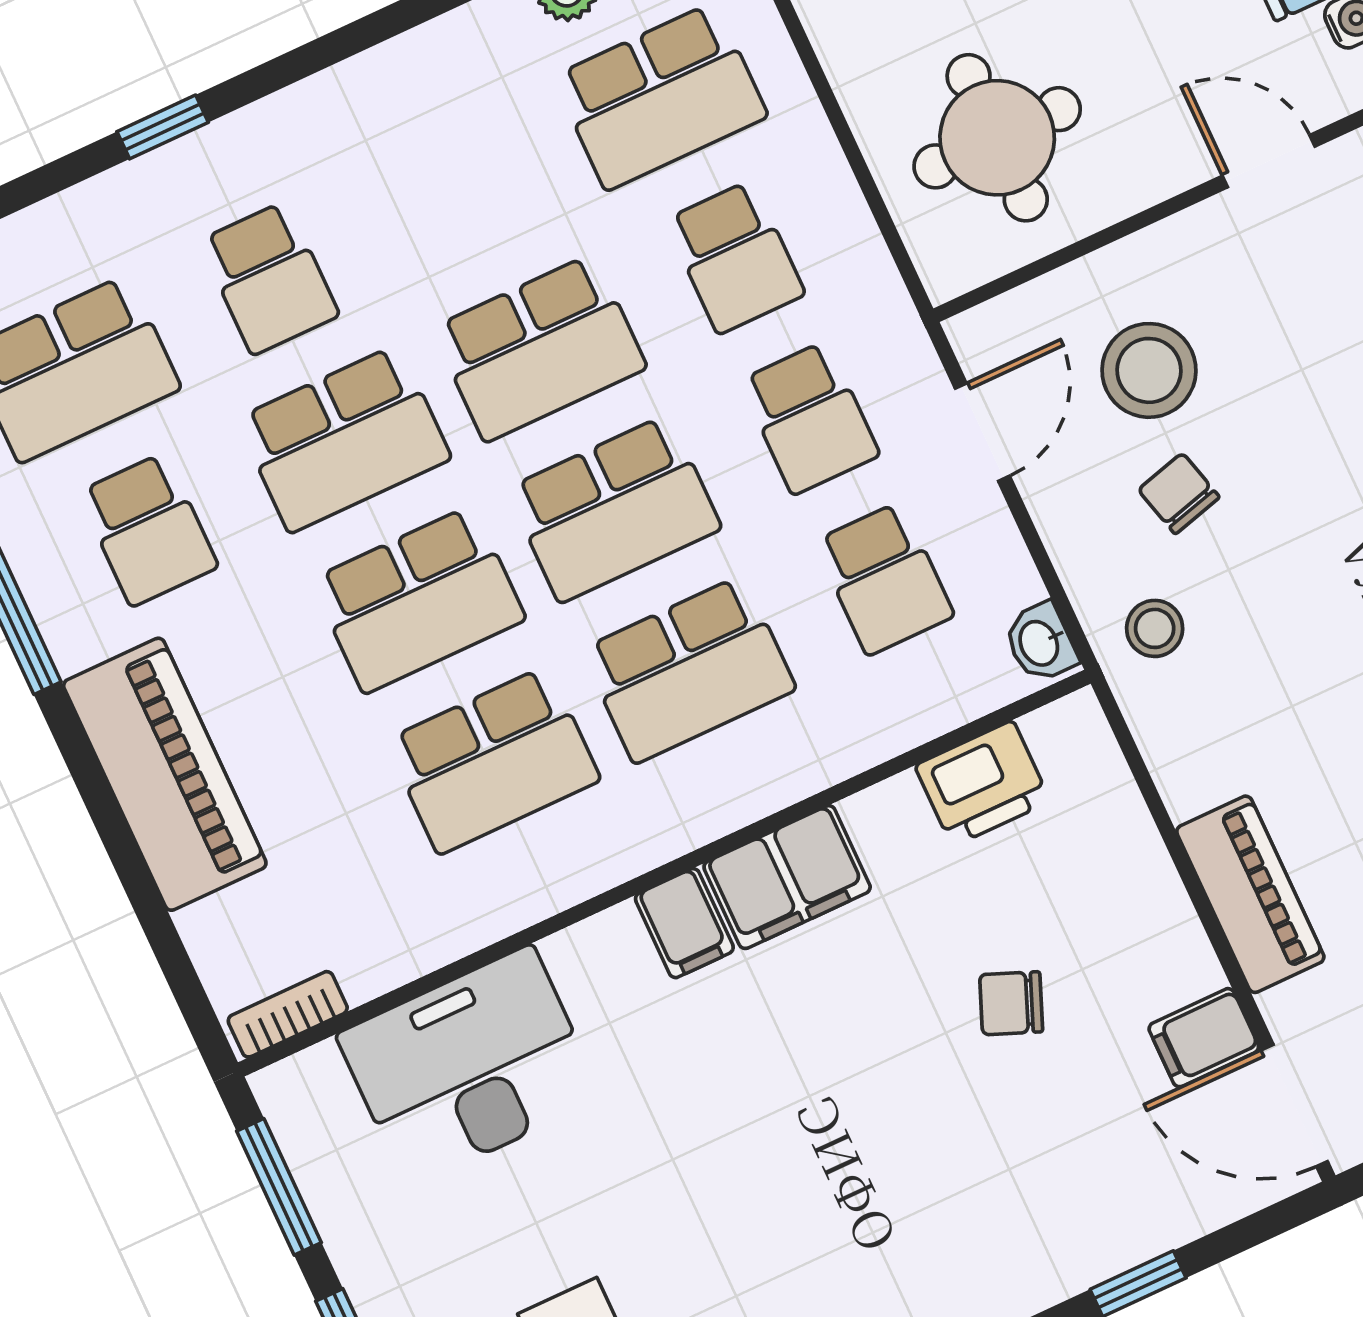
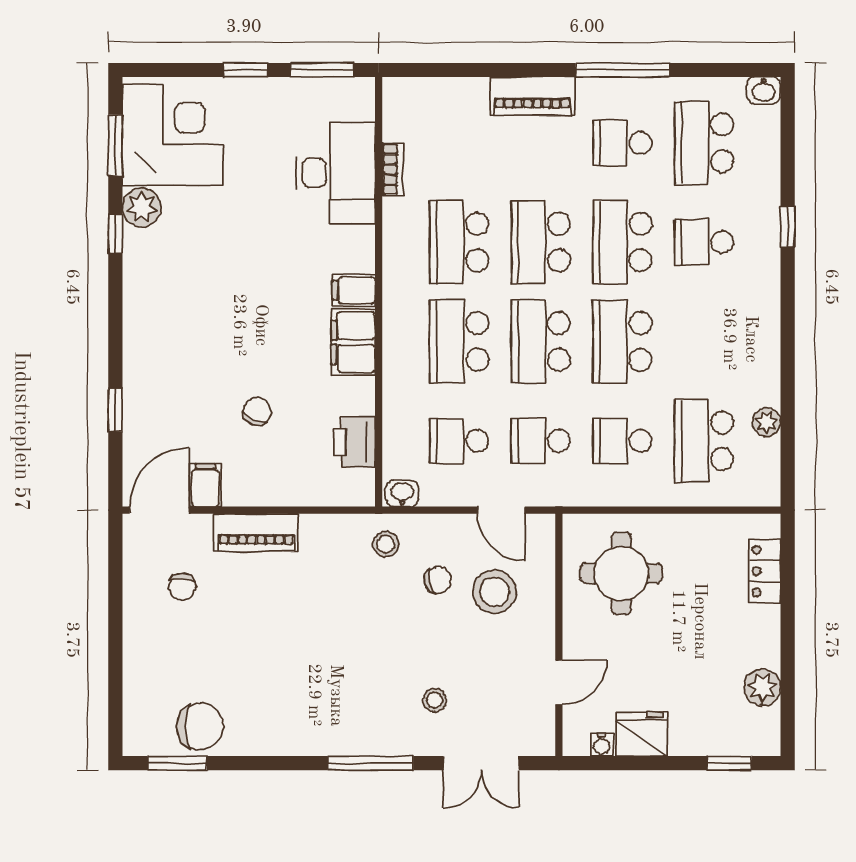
piano: (165, 774) -> (532, 96), width x0.73, depth x0.75
bookcase: (288, 1014) -> (393, 169), moved

